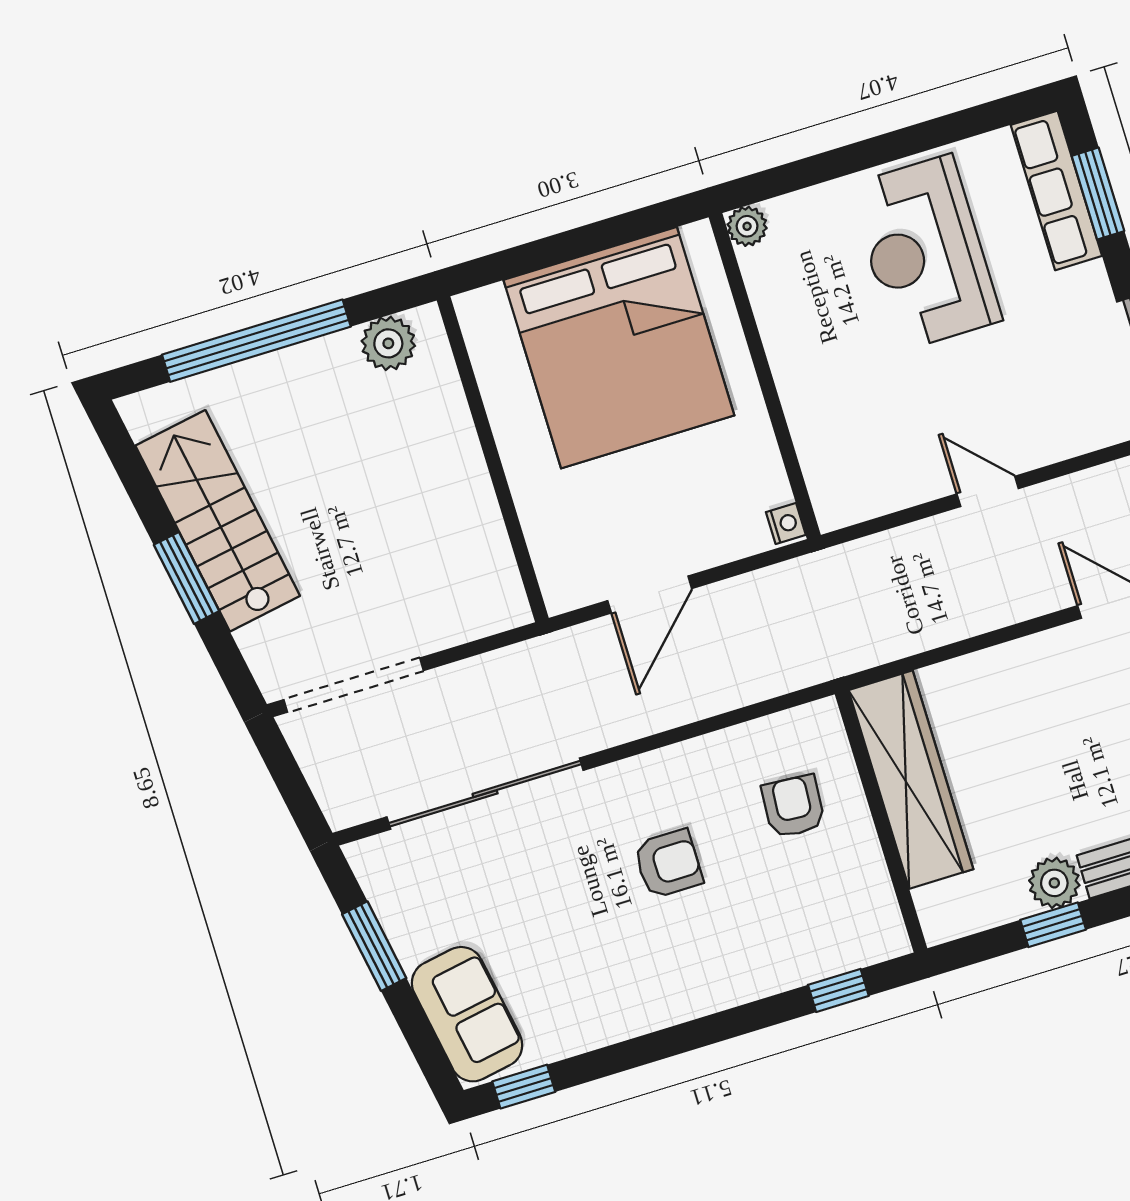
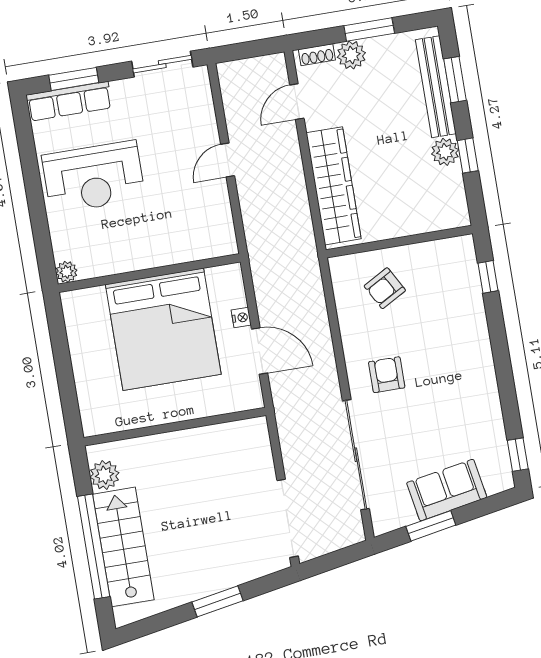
bed: (619, 348) -> (163, 329), moved, turned 90
stairs: (218, 521) -> (123, 547), moved, turned 100
nightstand: (786, 523) -> (241, 318), moved, turned 90
wardrobe: (911, 780) -> (334, 186), moved, turned 90
armchair: (793, 806) -> (385, 288), turned -33
armchair: (668, 864) -> (387, 375), moved
sofa: (467, 1014) -> (447, 490), moved

